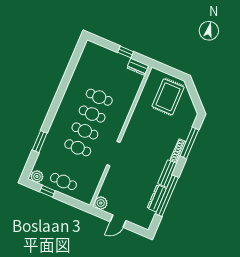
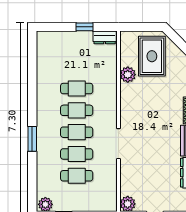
plant: (143, 103) -> (128, 75), added
window: (40, 142) -> (32, 139), moved
cafe table: (63, 181) -> (77, 176), moved

